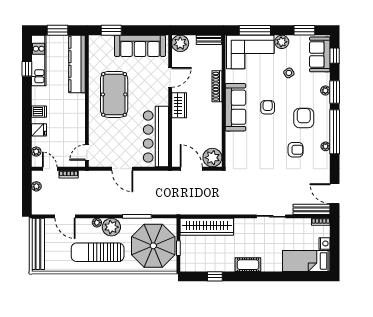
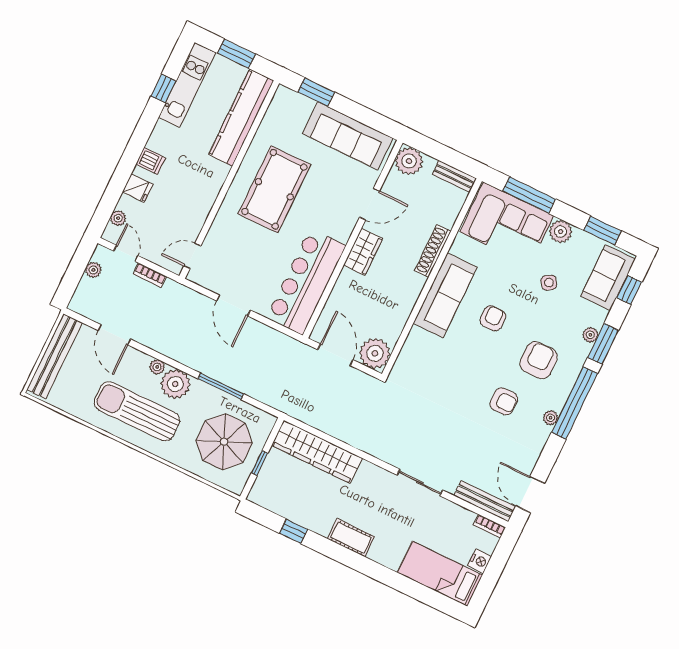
parasol: (153, 246) -> (224, 442), width x0.73, depth x0.73

